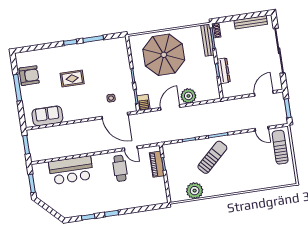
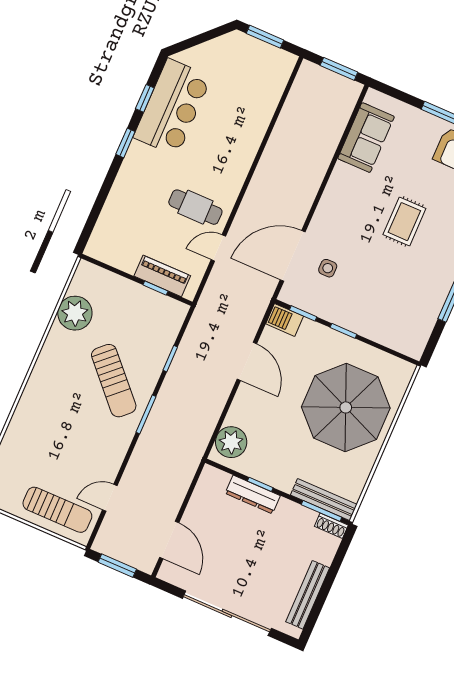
plant: (188, 96) -> (231, 442), moved
bar counter: (71, 170) -> (172, 107), moved, turned 180

